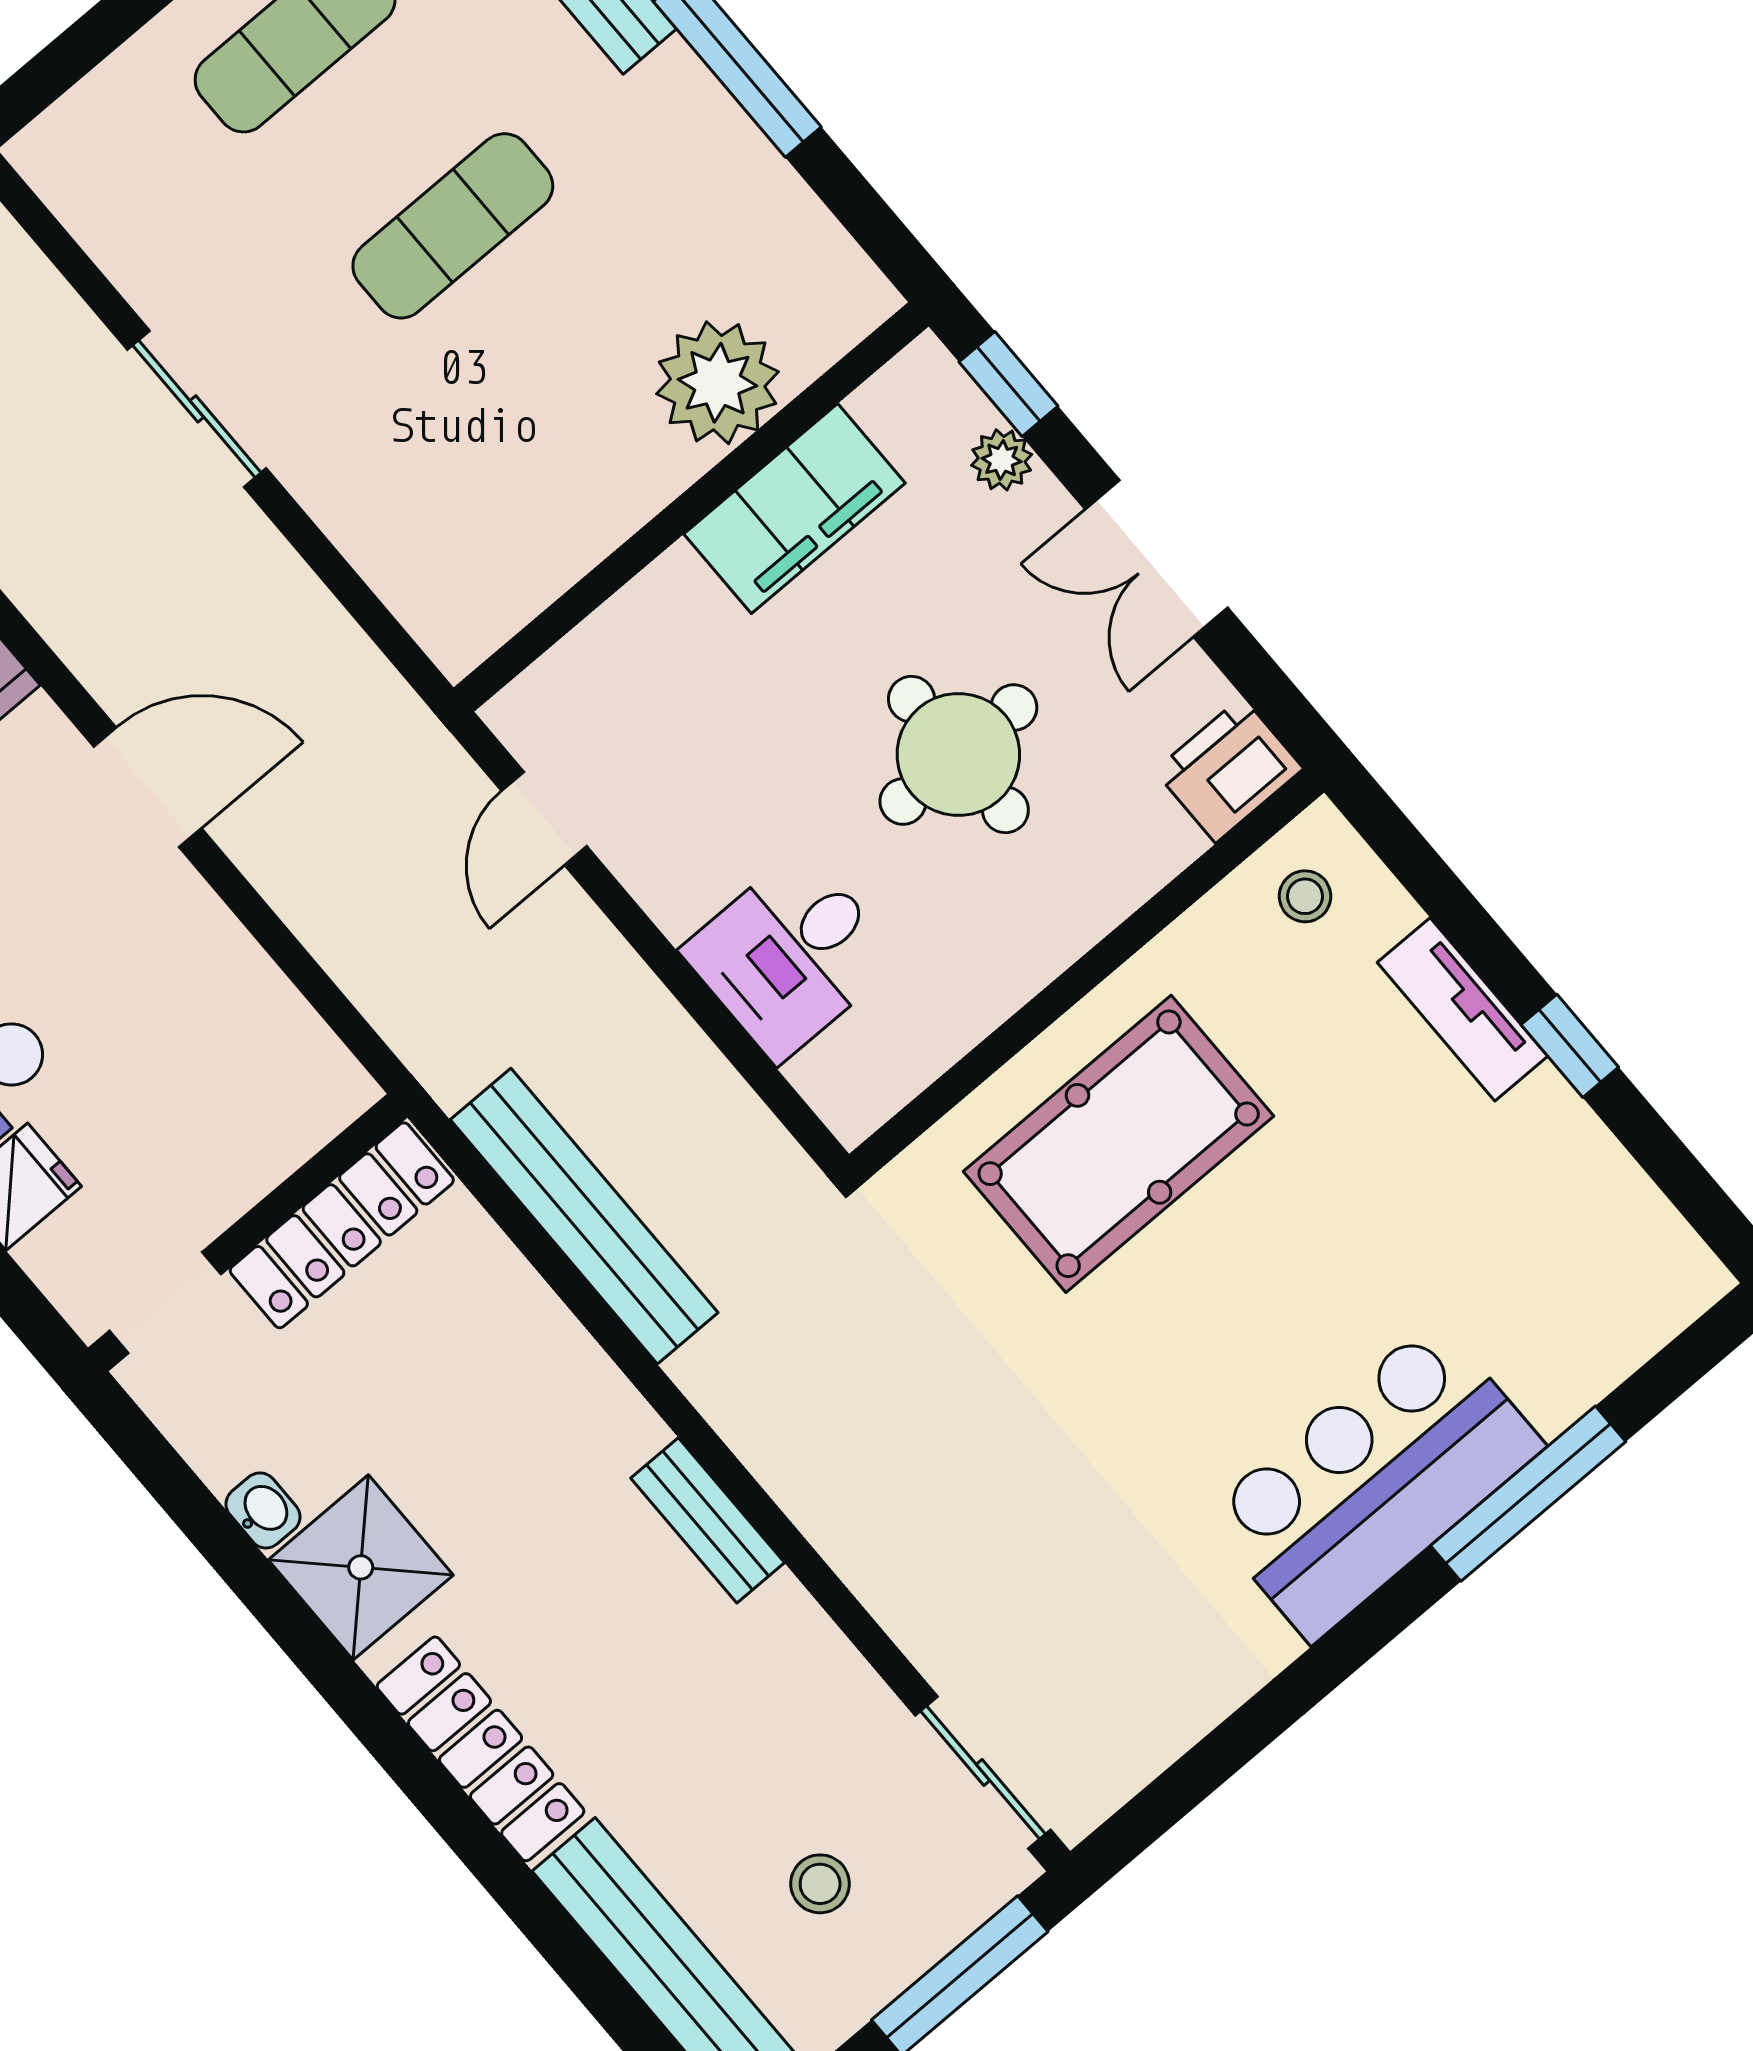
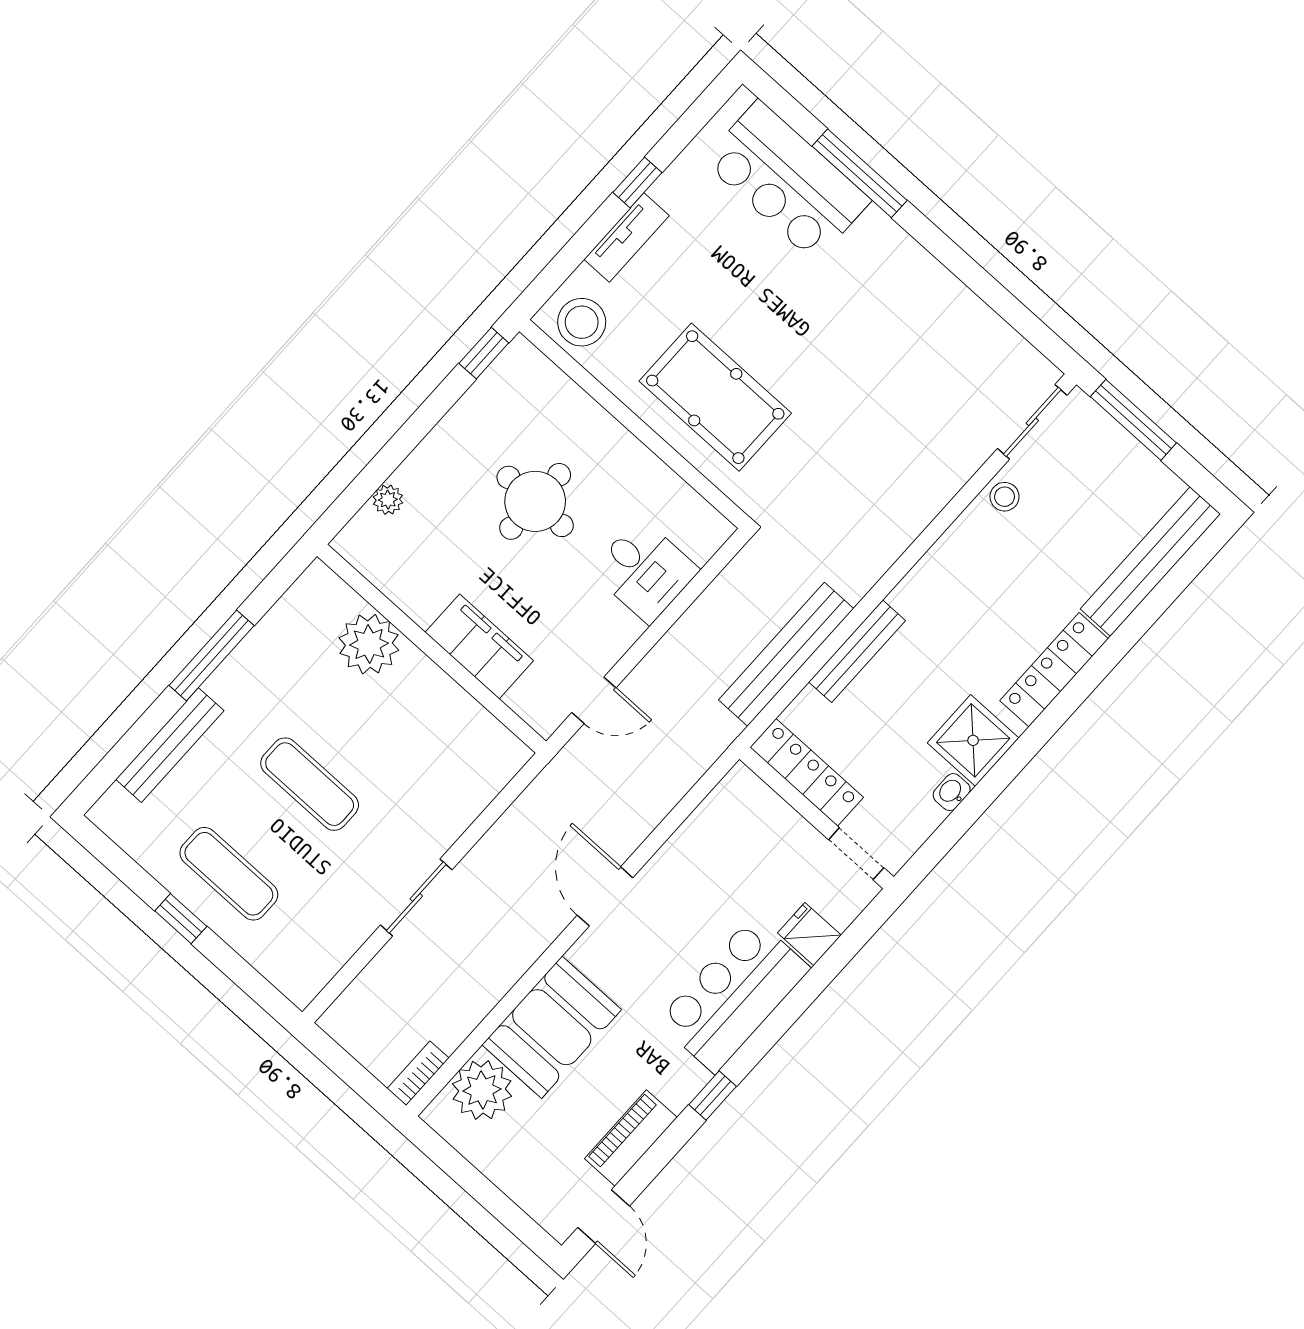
window: (1009, 384) -> (484, 353), moved
filing cabinet: (795, 508) -> (479, 647), moved
double door: (1156, 558) -> (426, 417), removed
printer: (1229, 770) -> (525, 368), removed
stool: (1305, 896) -> (582, 322), width x1.89, depth x1.89
bar counter: (1374, 1481) -> (787, 181), moved
bench: (708, 1520) -> (857, 651), moved, width x1.36
stool: (820, 1884) -> (1005, 497), moved

